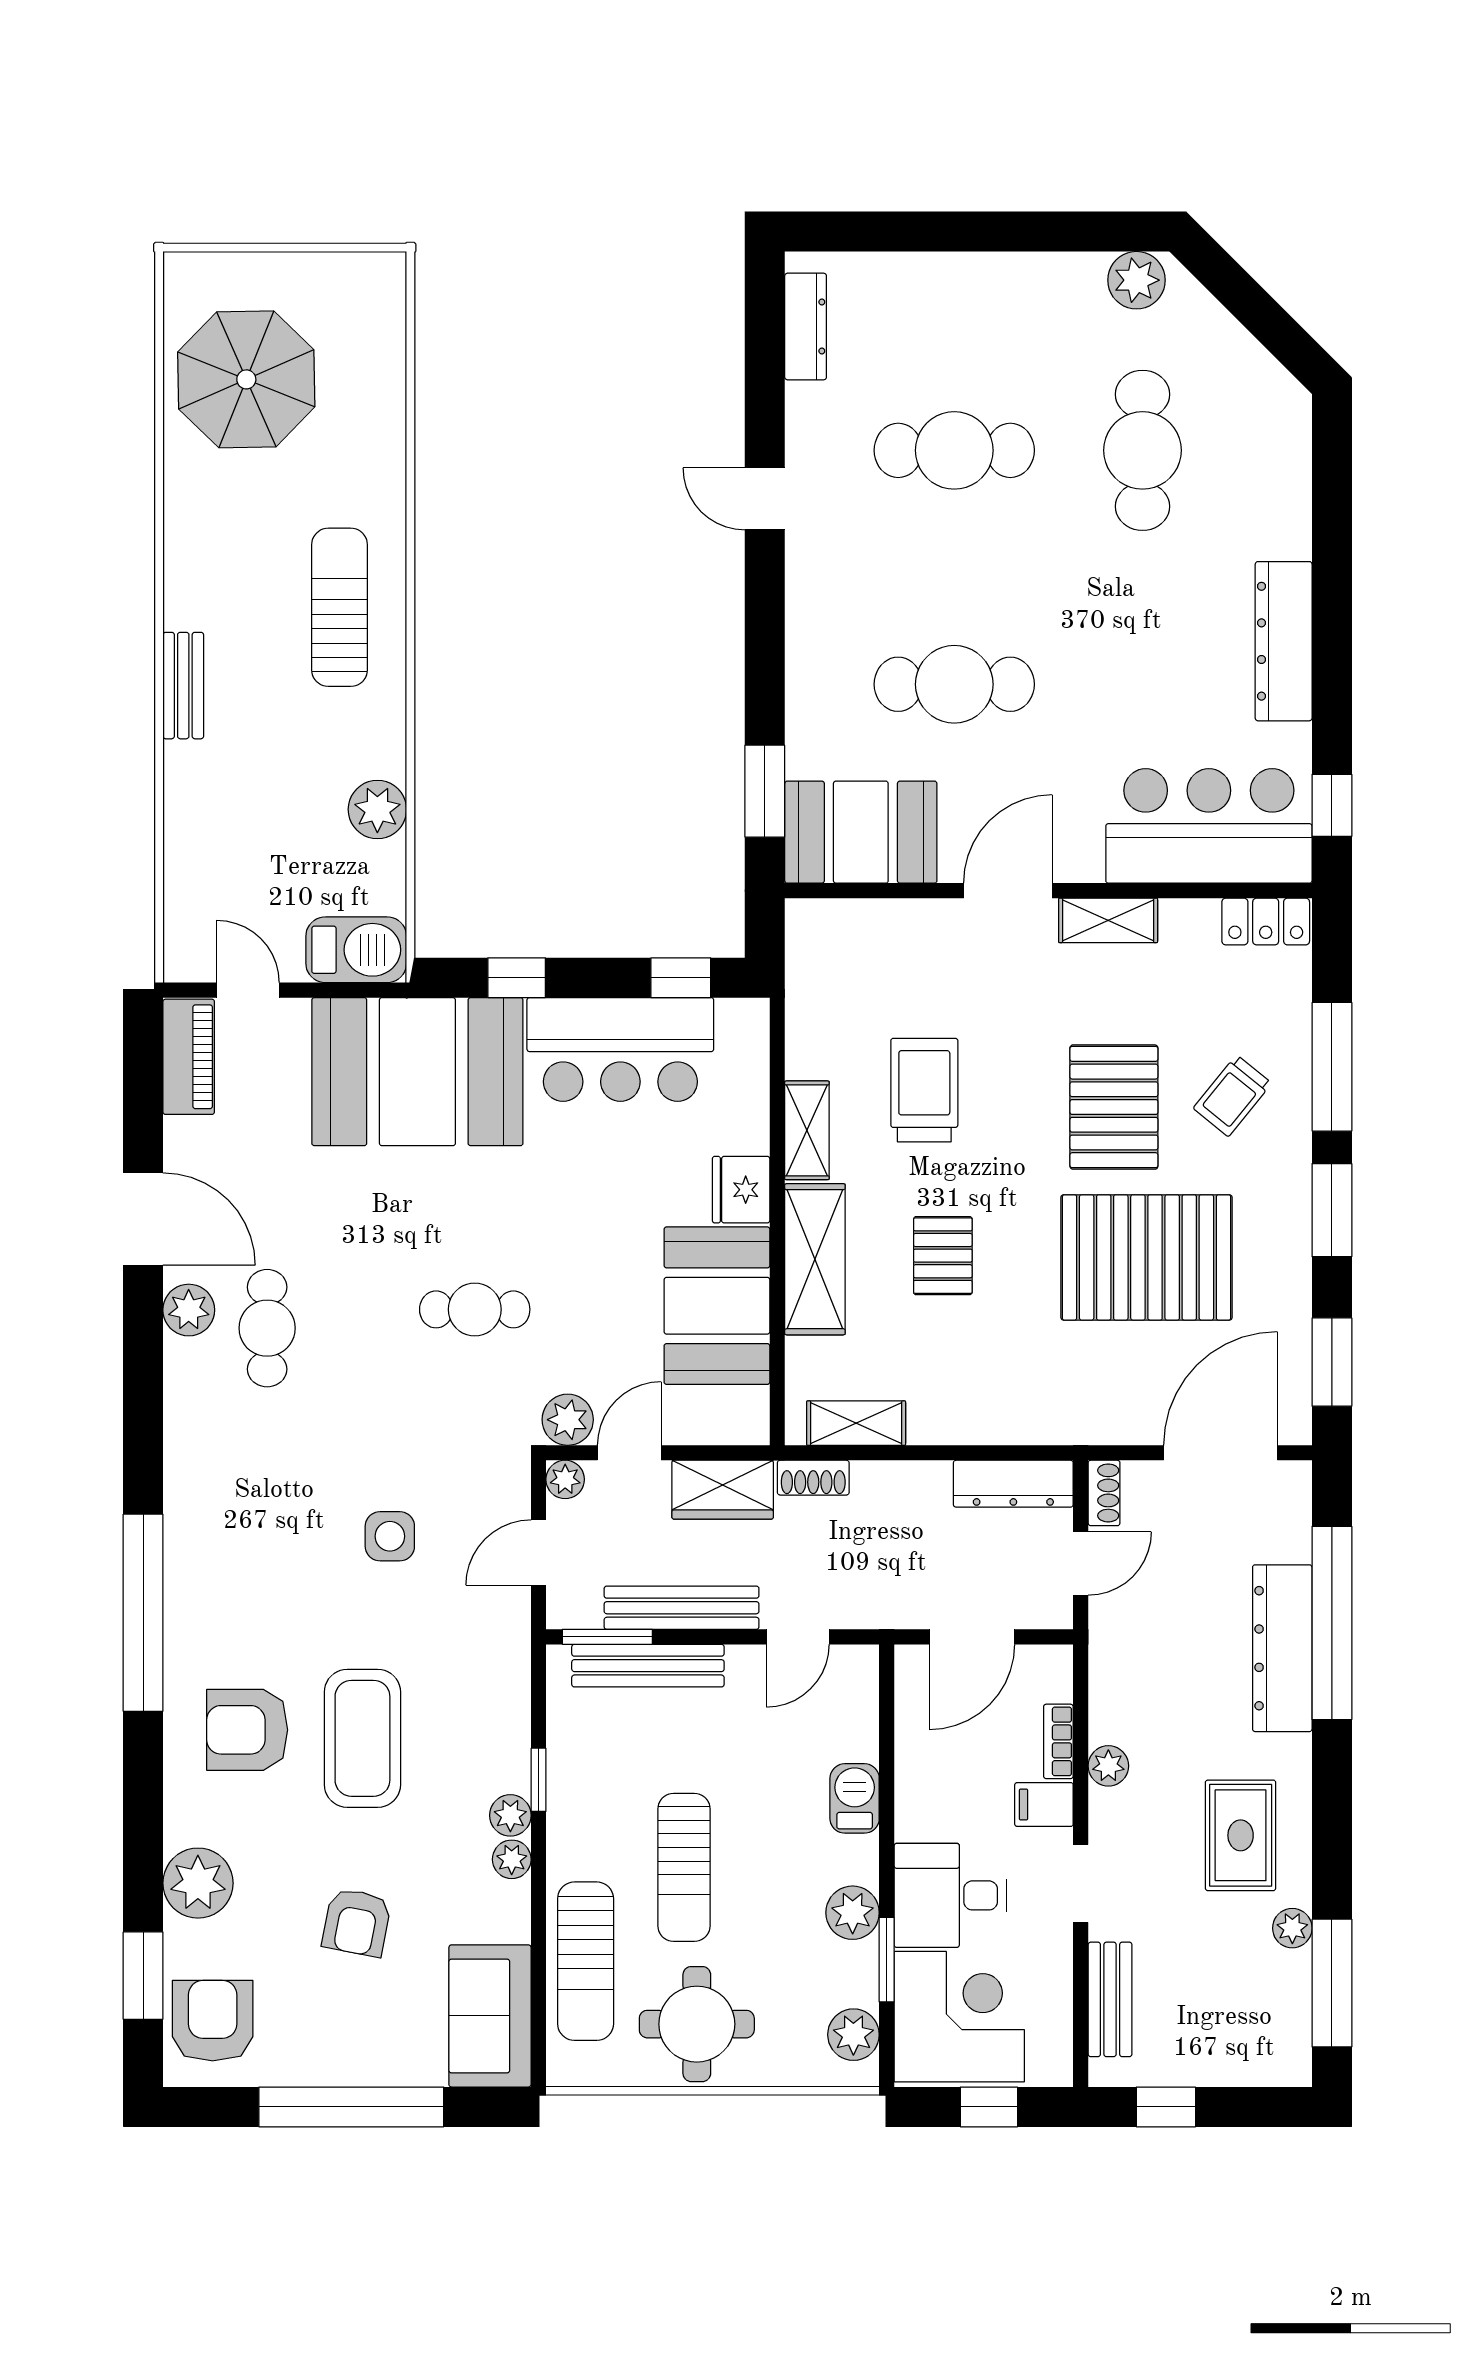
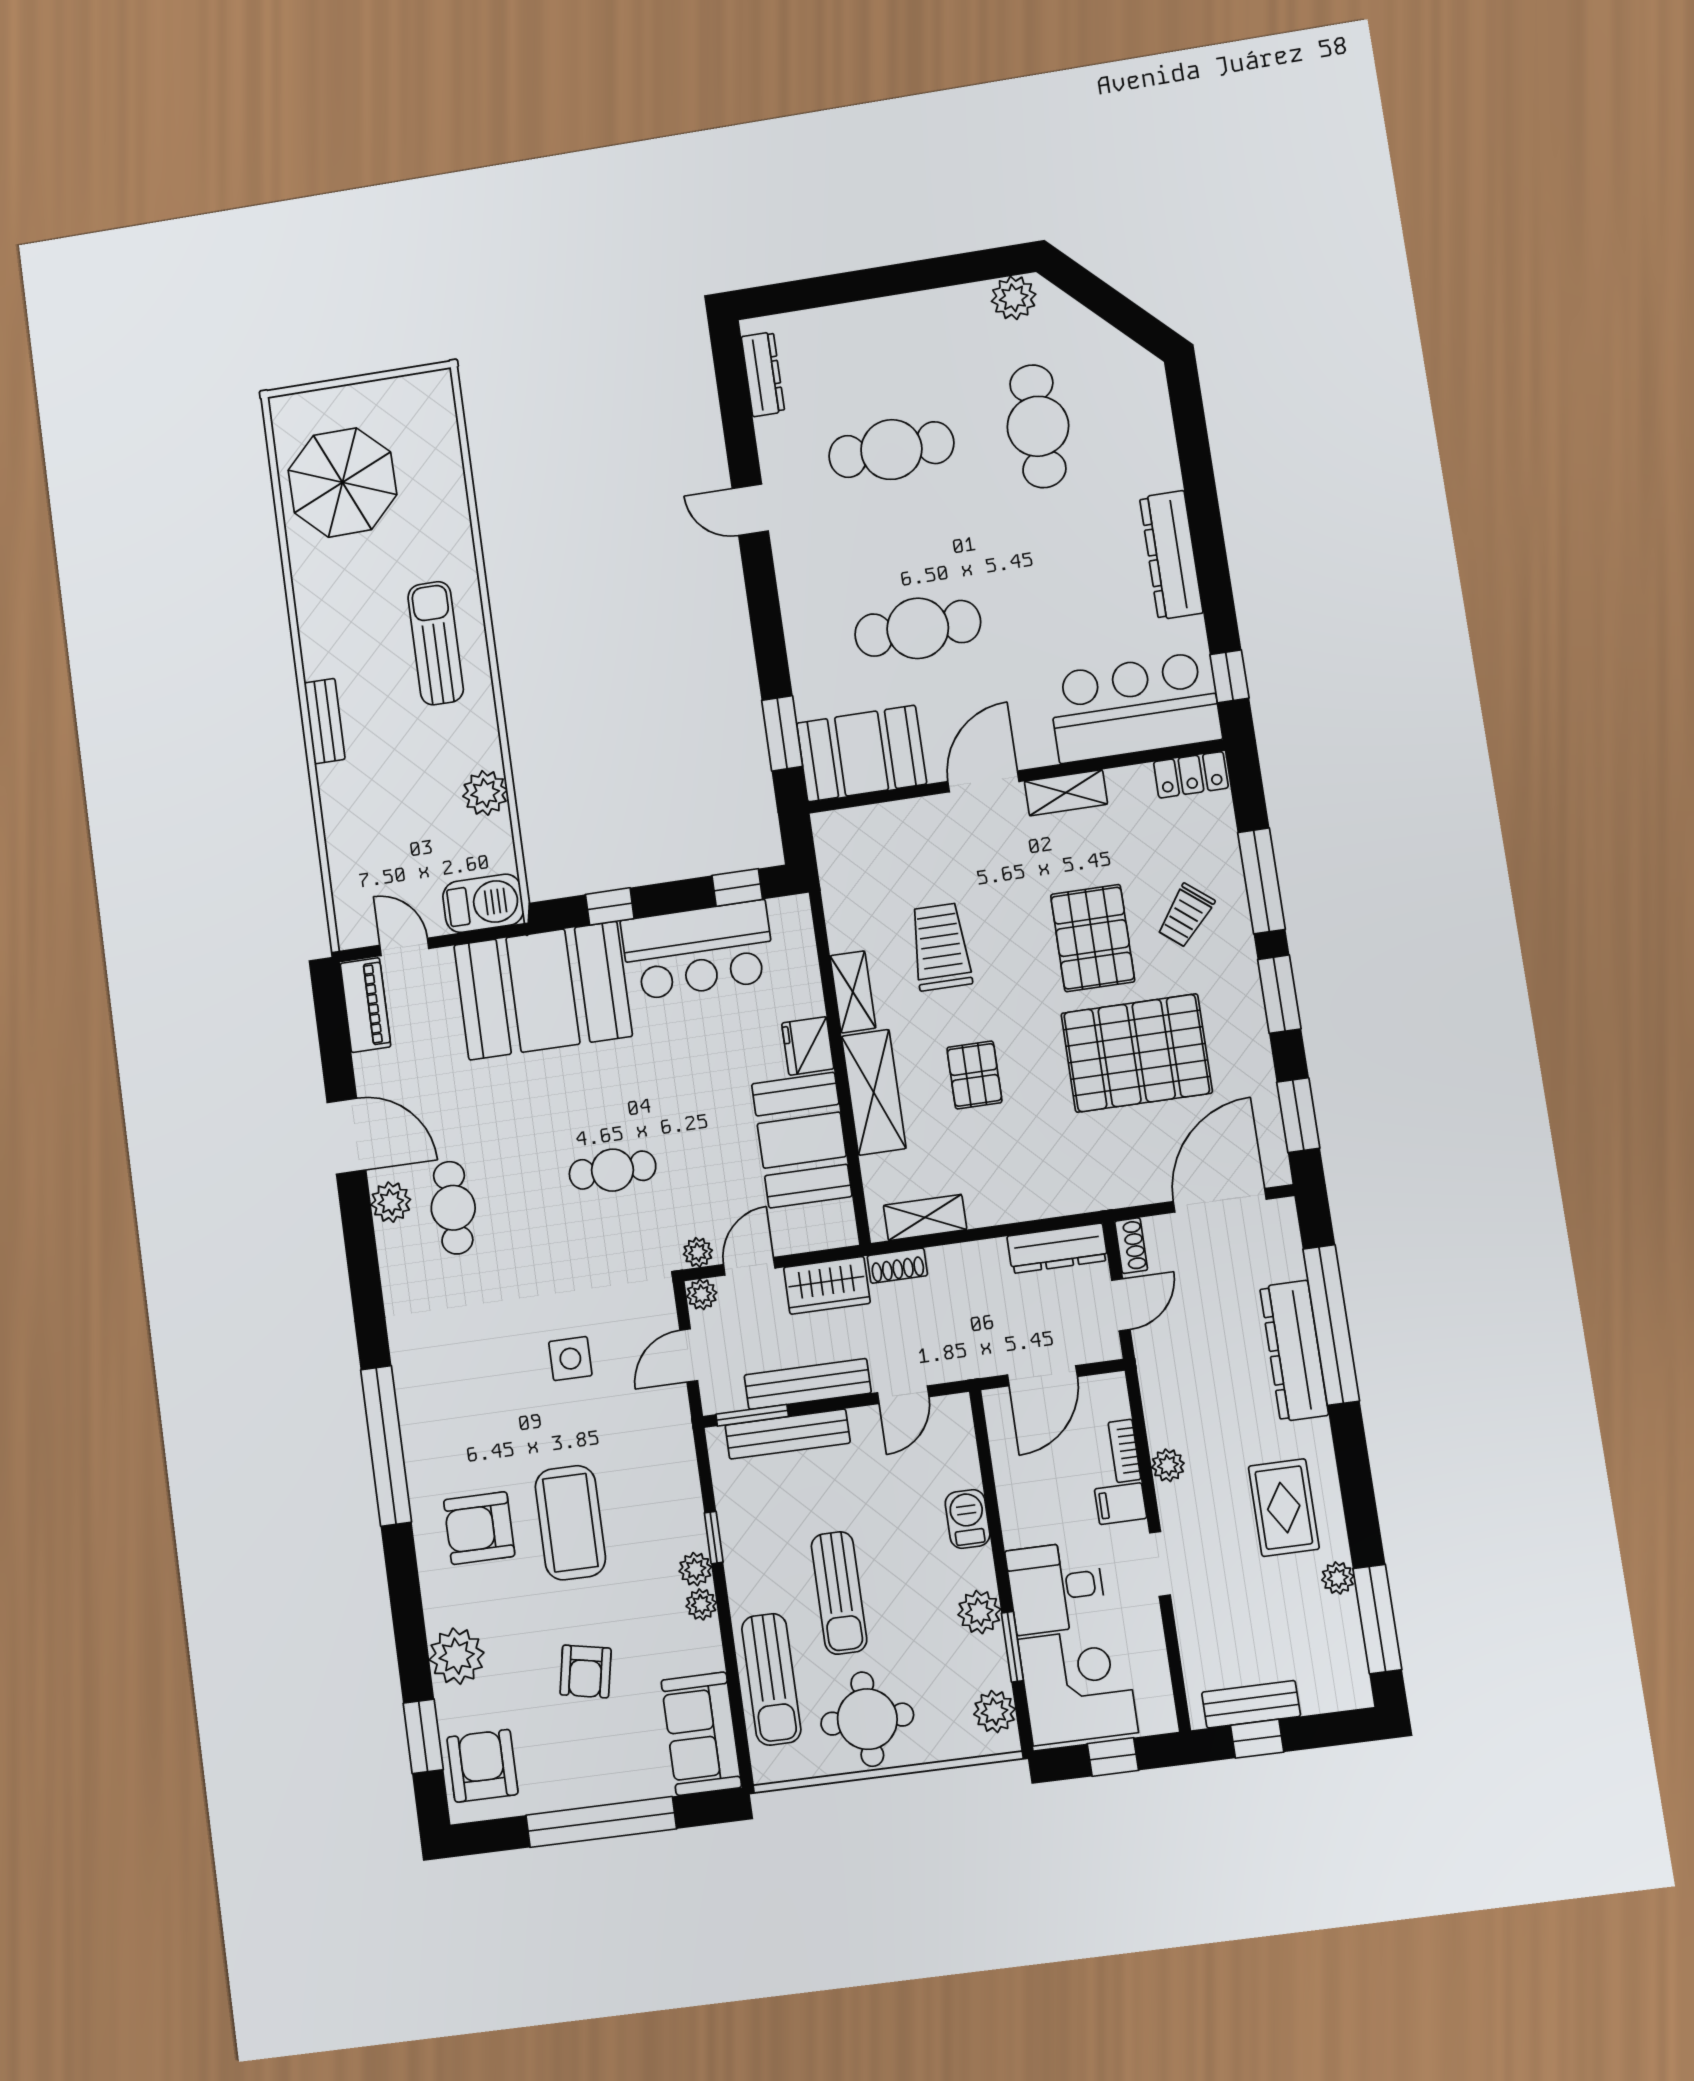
plant: (568, 1420) -> (698, 1252), width x0.73, depth x0.73
bench: (1110, 1999) -> (1251, 1704), moved, turned 90

